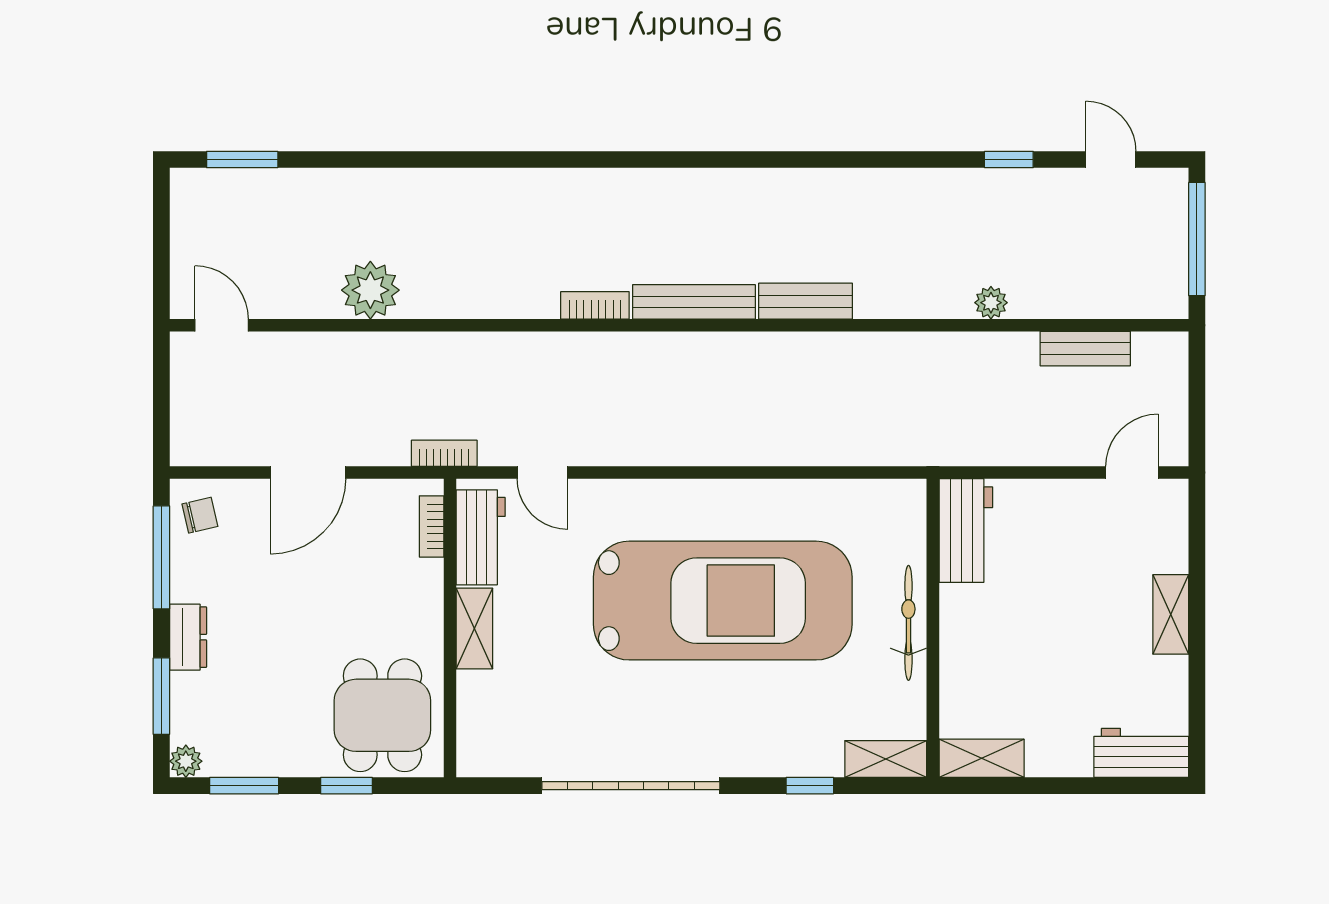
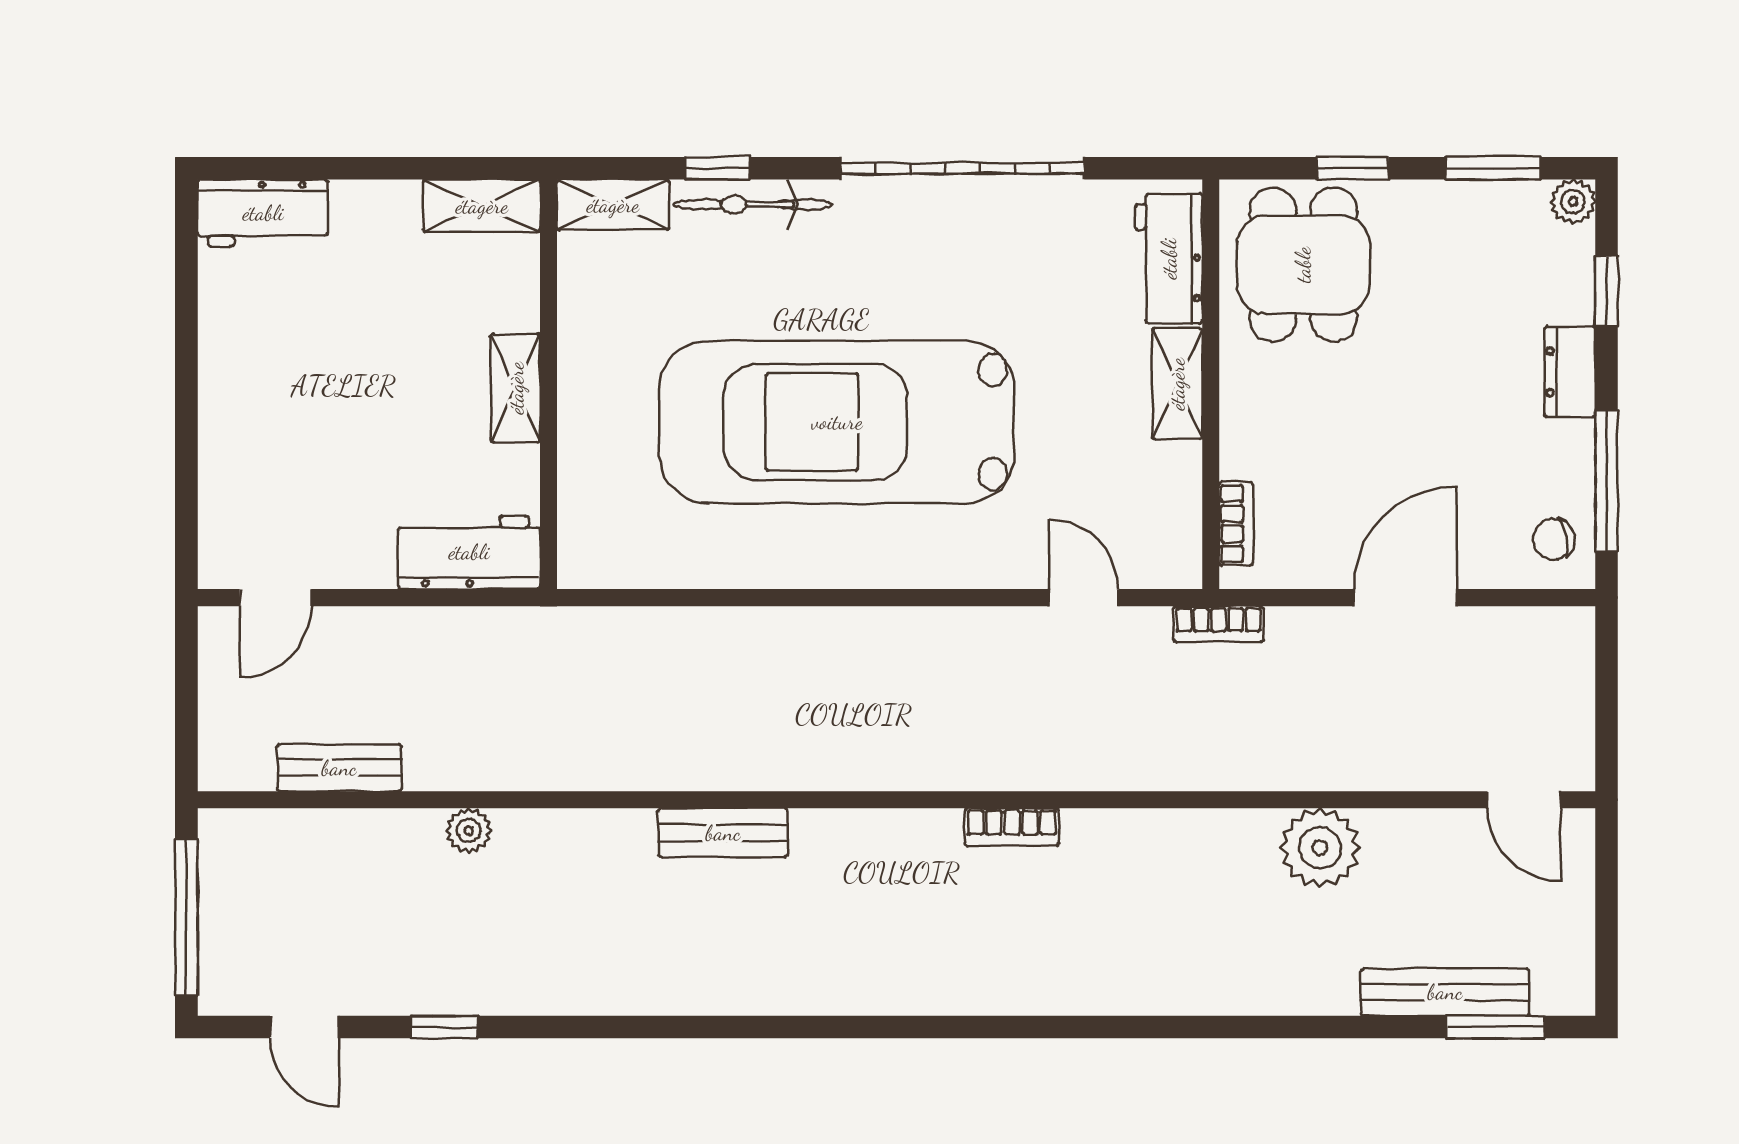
bench: (694, 302) -> (1445, 992), moved
workbench: (966, 530) -> (469, 552), moved, turned 90
workbench: (481, 537) -> (1169, 259), moved
shelving: (1171, 614) -> (516, 388), moved
bicycle: (908, 623) -> (753, 204), moved, turned 90
window: (161, 696) -> (1607, 291), width x0.67

